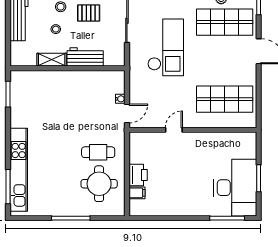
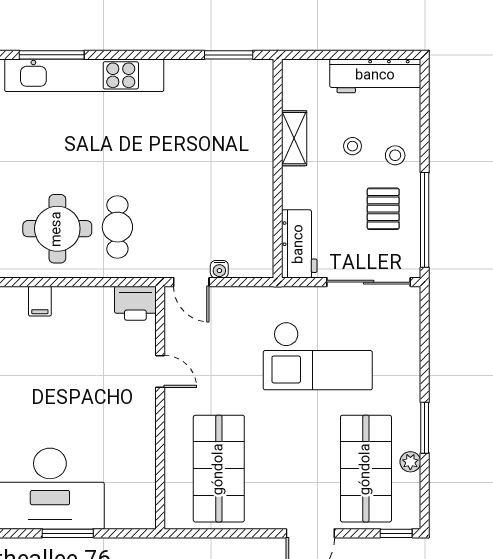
workbench: (85, 57) -> (299, 244), moved
printer: (138, 175) -> (135, 303), moved

